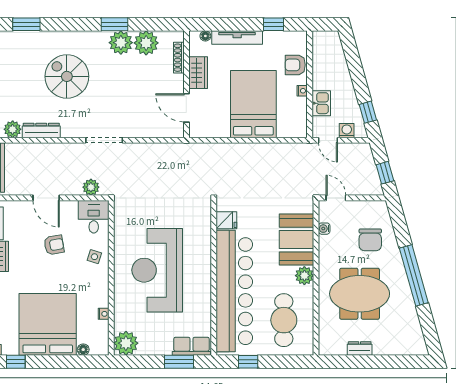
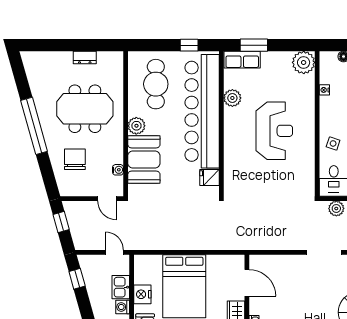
nightstand: (302, 91) -> (142, 294), width x1.89, depth x1.79
washing machine: (347, 131) -> (123, 307), moved, turned 90
reception desk: (157, 270) -> (274, 131), width x0.74, depth x0.77
plant: (202, 305) -> (232, 98), added

